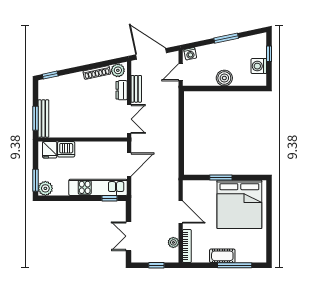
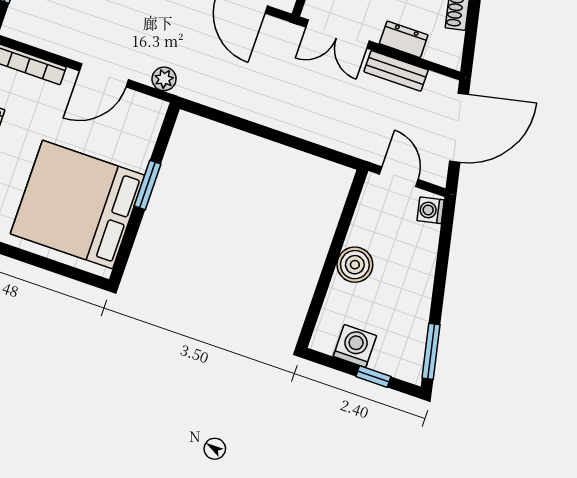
window: (226, 38) -> (431, 351), moved
plant: (118, 70) -> (448, 46), removed
plant: (173, 242) -> (164, 79), moved

